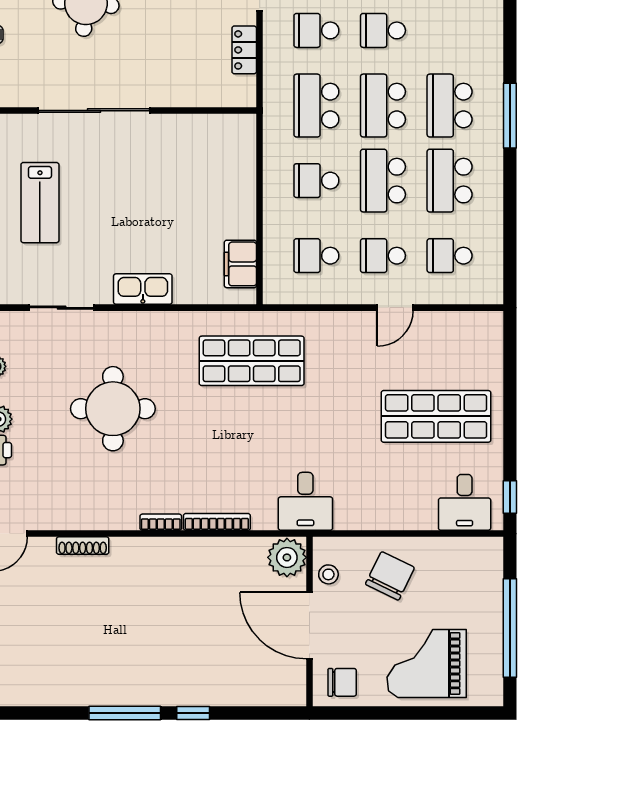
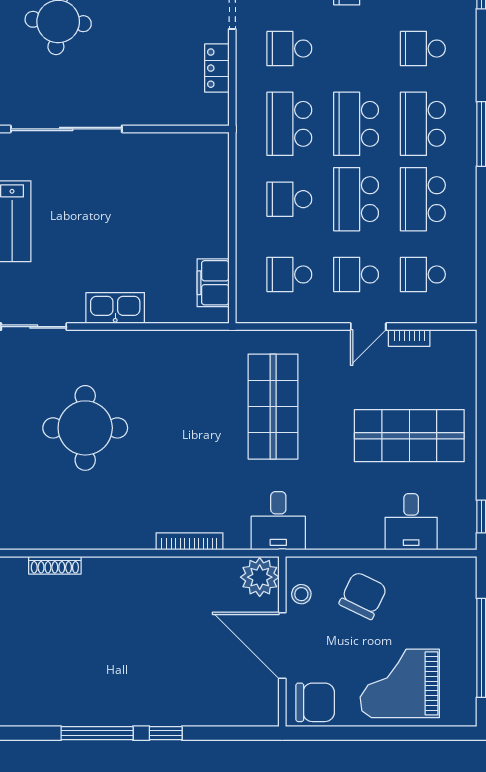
school desk: (383, 30) -> (423, 49), moved
shop shelf: (252, 361) -> (273, 407), moved, turned 90
desk: (465, 502) -> (411, 522), moved
bookcase: (161, 522) -> (409, 338), moved, turned 180
chair: (342, 682) -> (315, 702), width x1.37, depth x1.37

